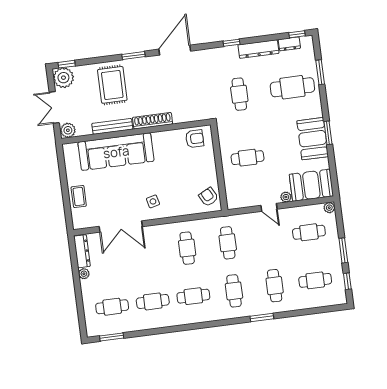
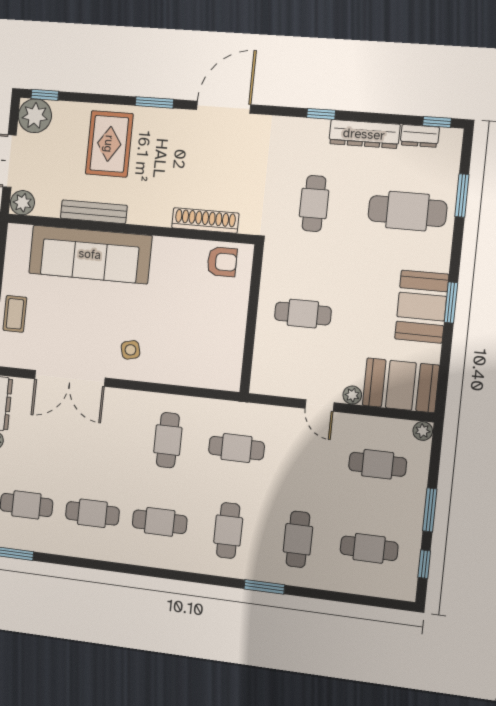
shoe rack: (153, 121) -> (205, 221), moved
armchair: (209, 197) -> (223, 364), removed
cafe table: (228, 243) -> (236, 448), turned 90

